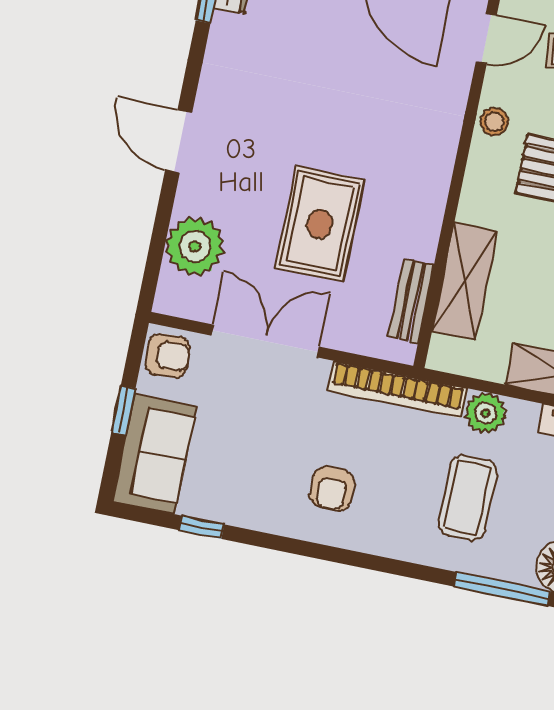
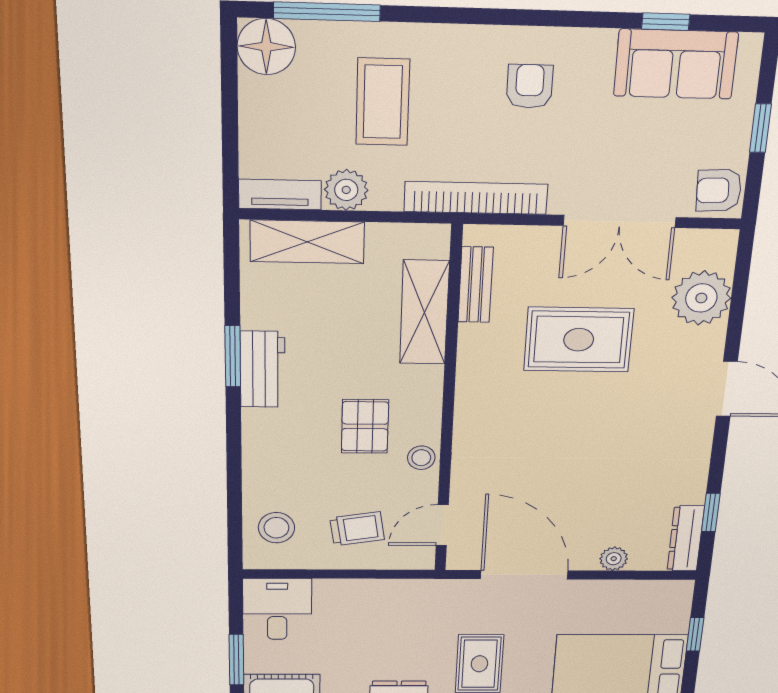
rug: (320, 224) -> (579, 340), turned 90
plant: (486, 413) -> (346, 190), moved
sofa: (155, 454) -> (676, 64), moved, turned -90

